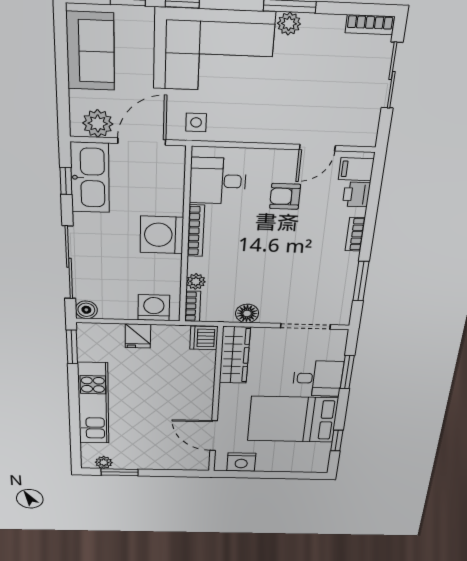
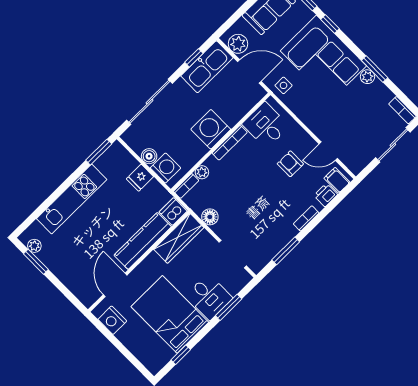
boiler: (86, 310) -> (149, 156), moved
kitchen counter: (201, 384) -> (143, 241), added

